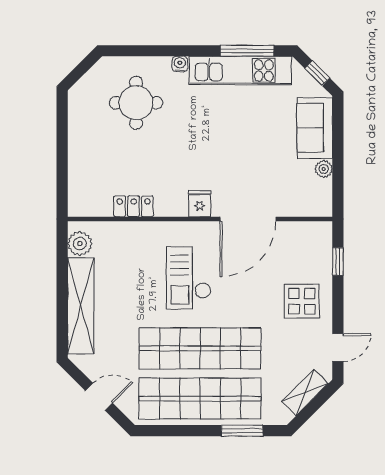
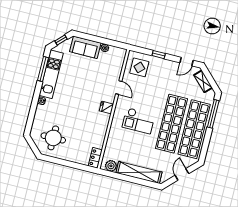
round table: (136, 103) -> (53, 138), moved
locker: (134, 206) -> (95, 158), moved
door: (248, 219) -> (119, 88), width x0.53
window: (338, 262) -> (159, 55), moved
display table: (302, 301) -> (139, 67), moved
door: (338, 347) -> (187, 62), swing flipped
window: (242, 431) -> (213, 114), width x1.44

